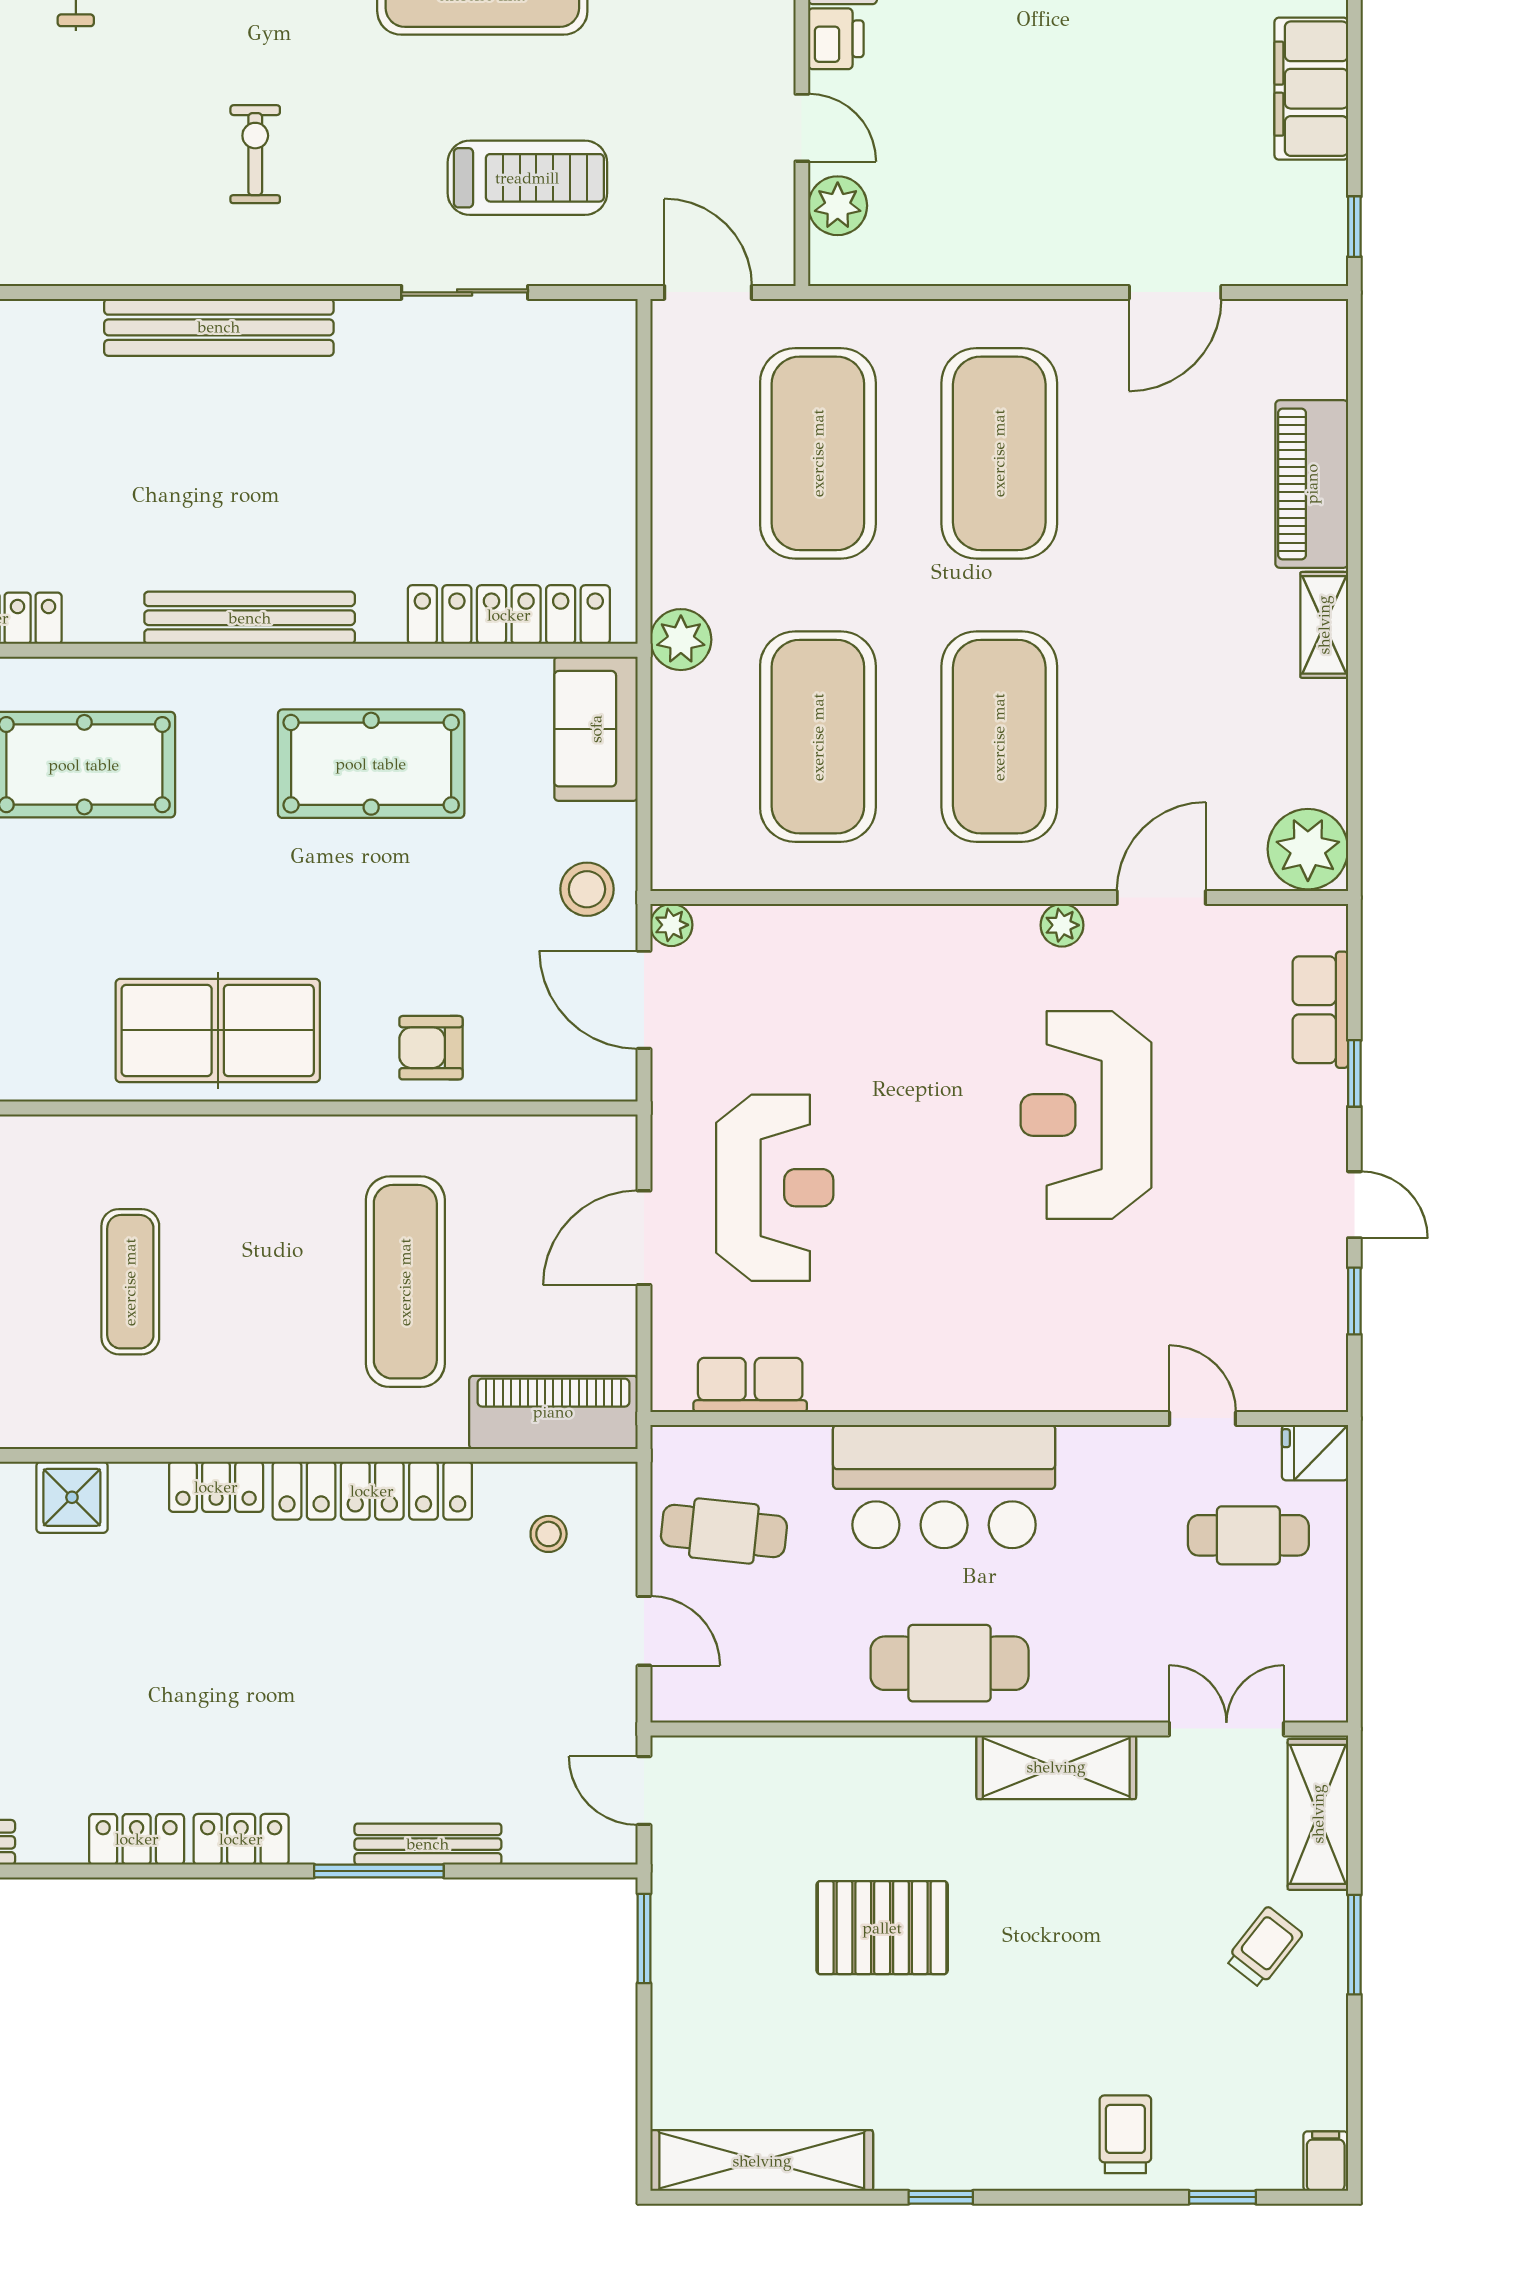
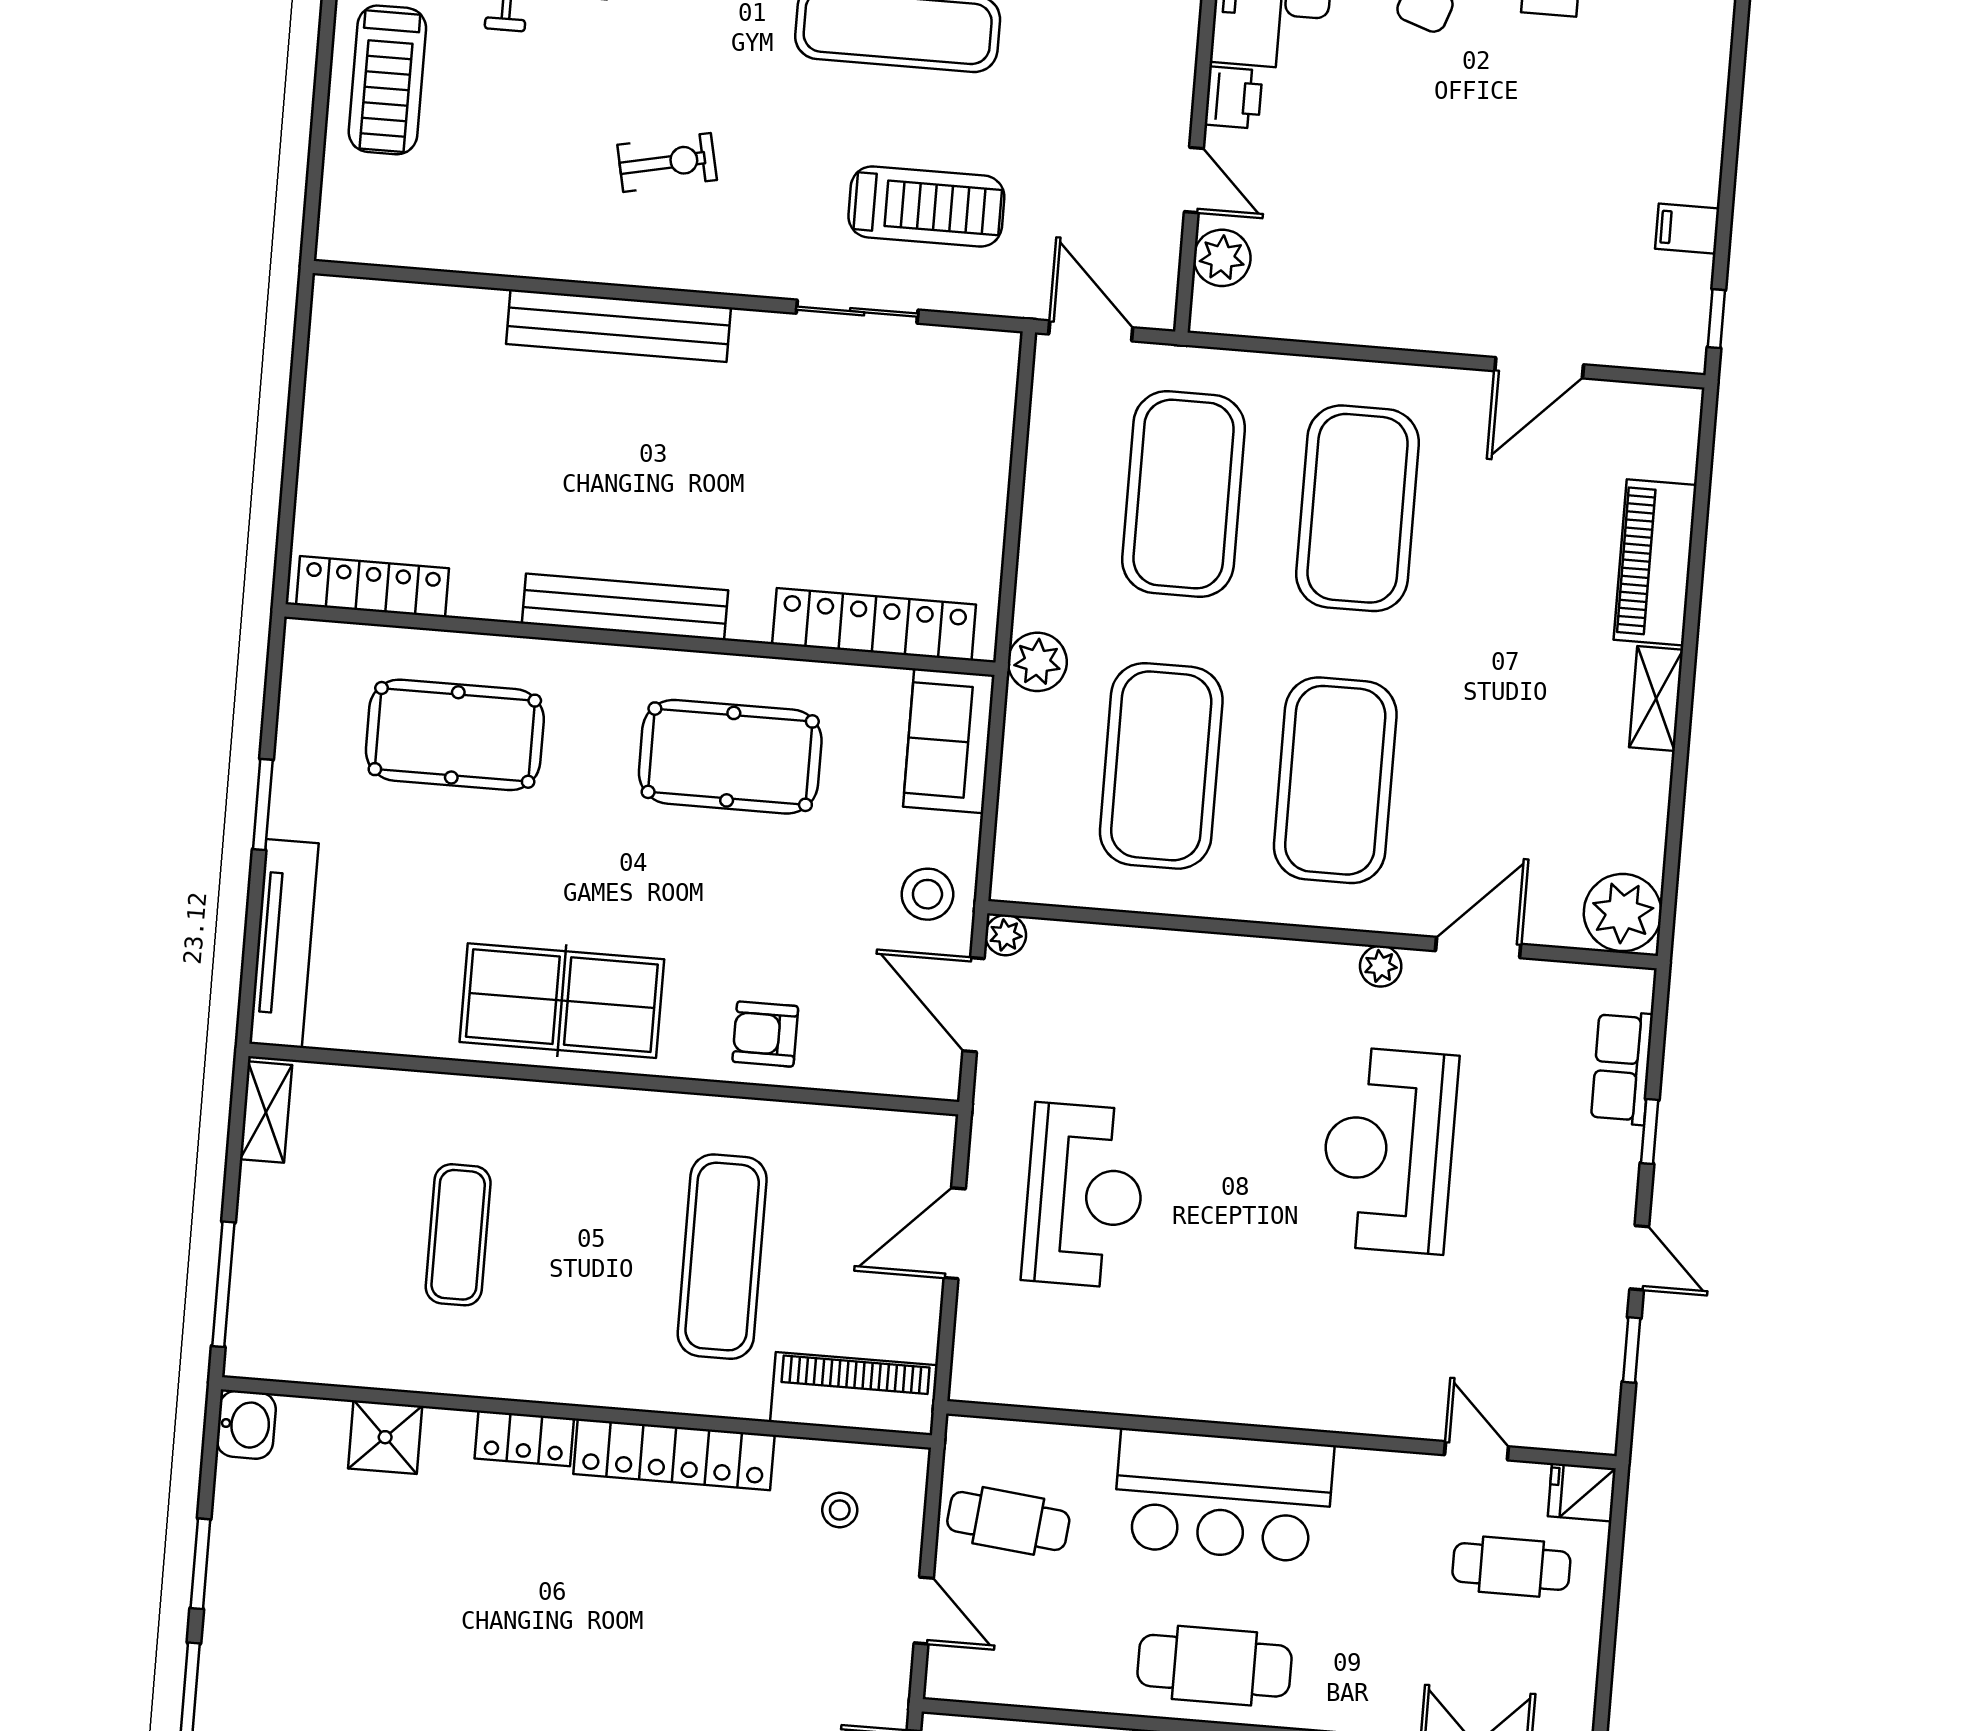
filing cabinet: (1311, 89) -> (1687, 229), width x0.33, depth x0.86
exercise bike: (255, 154) -> (667, 162), turned 78
row of seats: (750, 1385) -> (1045, 1383), removed

